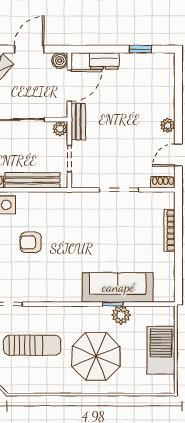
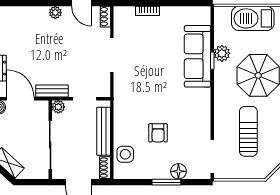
bookcase: (169, 230) -> (148, 11), width x0.64

